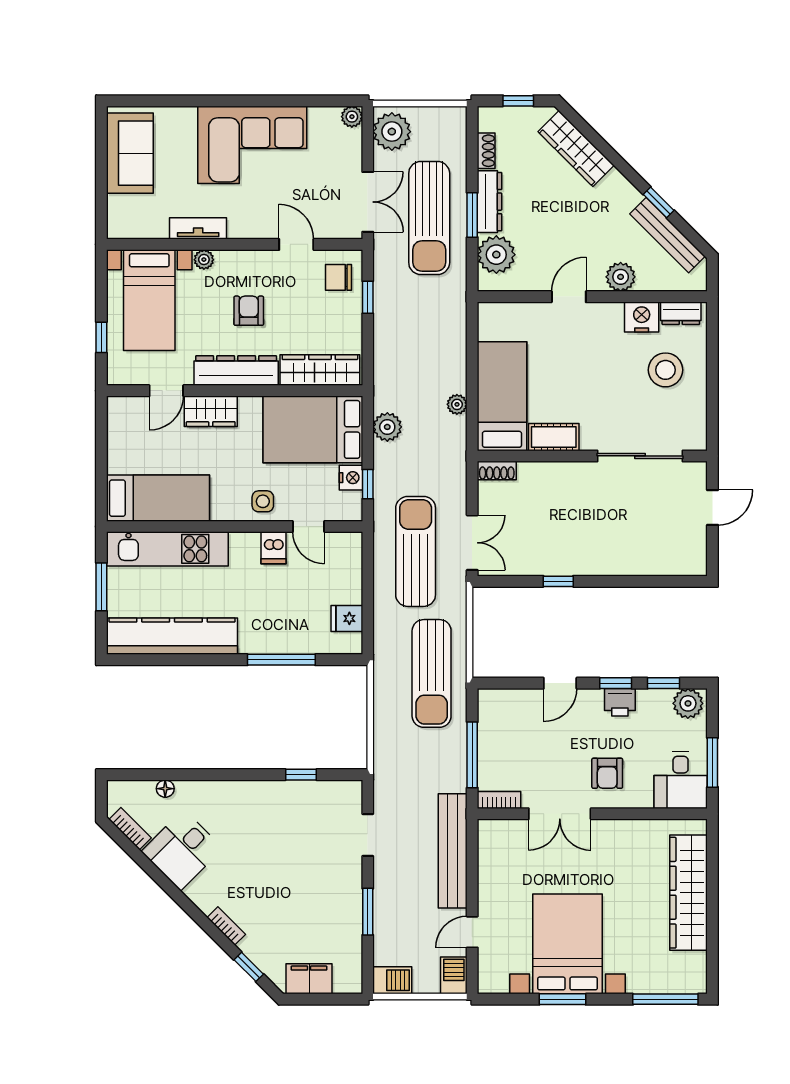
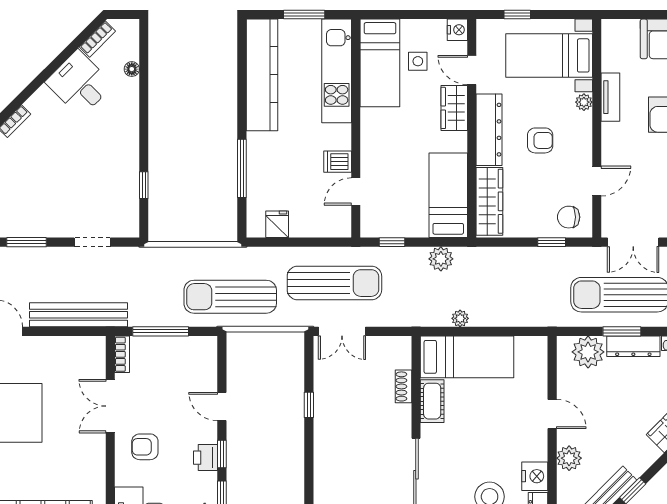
chair: (338, 277) -> (569, 217), turned -90
bed: (313, 429) -> (448, 195), width x0.67
shoe rack: (497, 471) -> (403, 386), moved
nightstand: (351, 478) -> (457, 30), moved, turned -90
side table: (263, 501) -> (418, 61), moved

